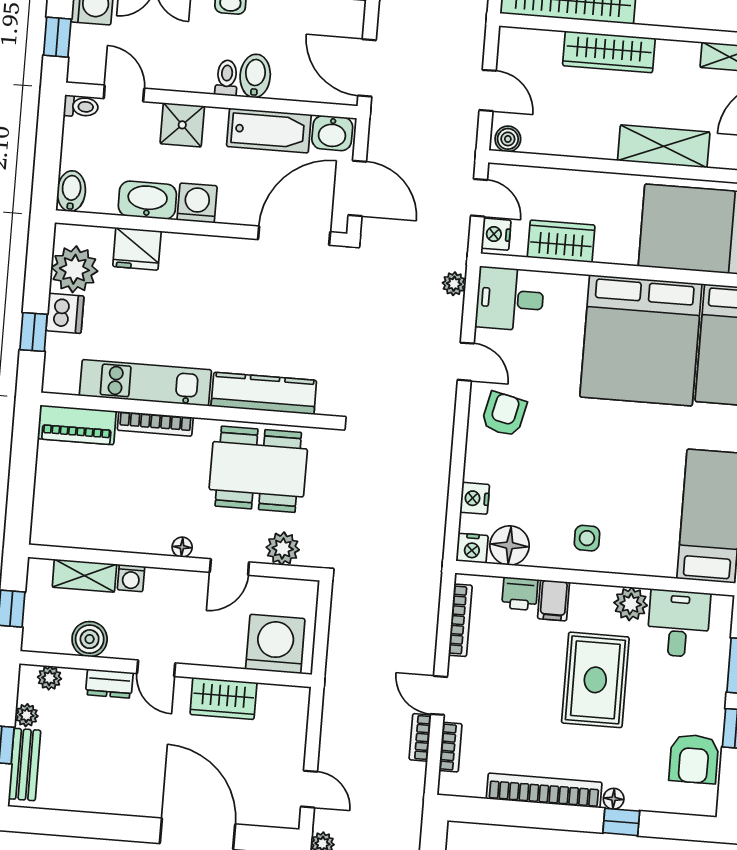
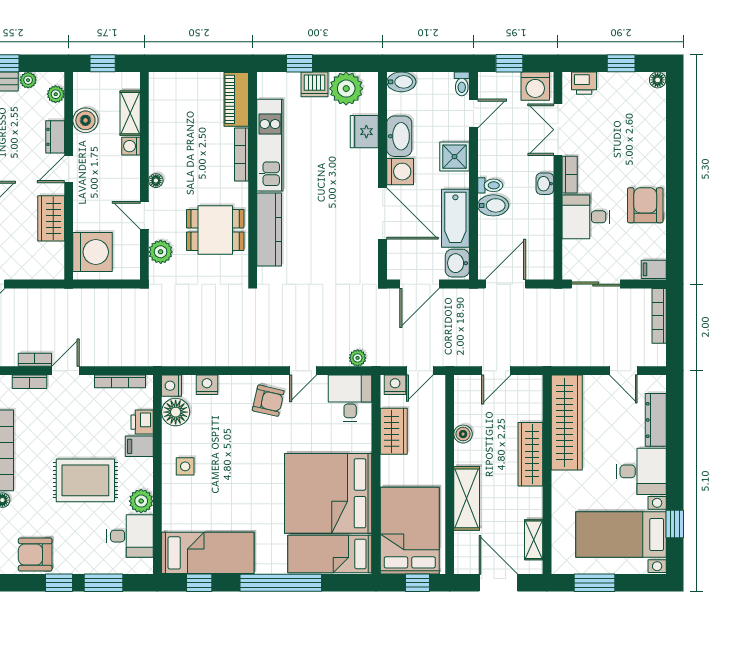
boiler: (508, 139) -> (463, 434), moved
door: (294, 236) -> (383, 214), moved
dining table: (258, 469) -> (215, 230), width x0.73

